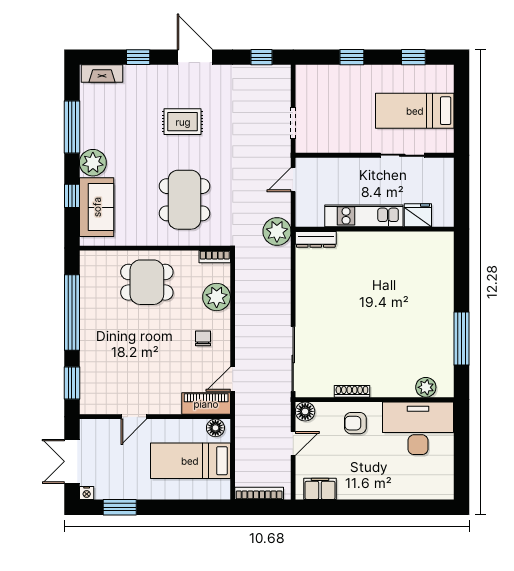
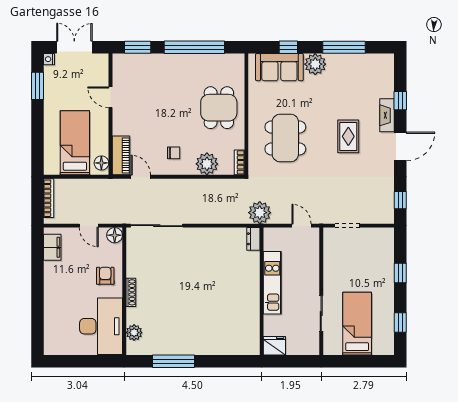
fireplace: (102, 74) -> (387, 115), moved
dining table: (184, 200) -> (285, 138), turned 90
fridge: (418, 215) -> (274, 346), moved, turned -90
dresser: (316, 239) -> (253, 239), width x0.70
shoe rack: (352, 391) -> (131, 292), moved

